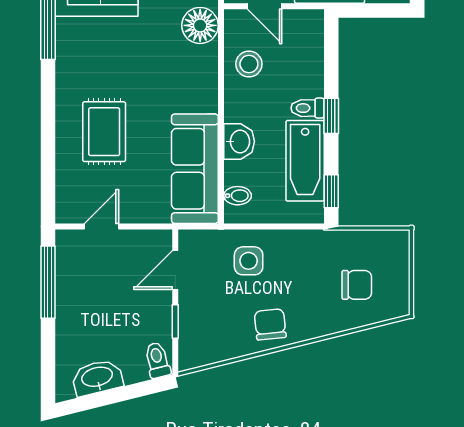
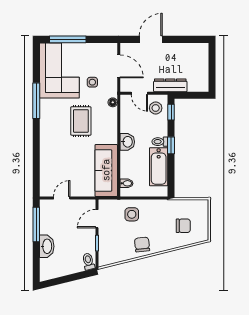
floor lamp: (200, 25) -> (113, 102), width x0.53, depth x0.53
stool: (249, 64) -> (156, 108), moved
rug: (104, 132) -> (81, 121), moved
washbasin: (239, 141) -> (127, 142), moved
window: (331, 191) -> (171, 112), moved
washbasin: (97, 378) -> (47, 246), moved, turned 104

